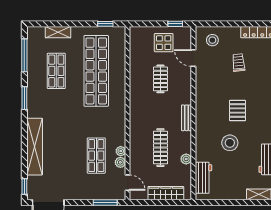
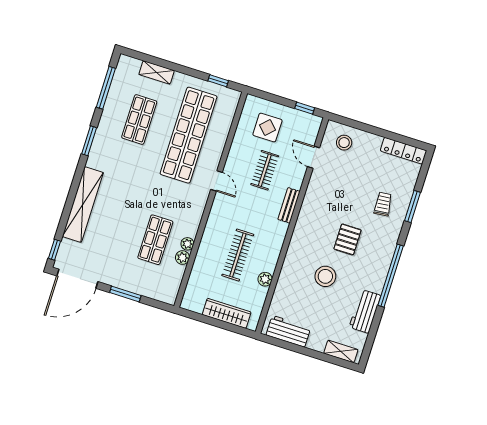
display table: (164, 43) -> (267, 127), moved
trolley: (238, 63) -> (383, 204), moved
bench: (187, 118) -> (289, 205), moved
workbench: (203, 178) -> (288, 331), moved, turned -90
door: (128, 183) -> (217, 181), moved
window: (105, 203) -> (125, 294), moved

